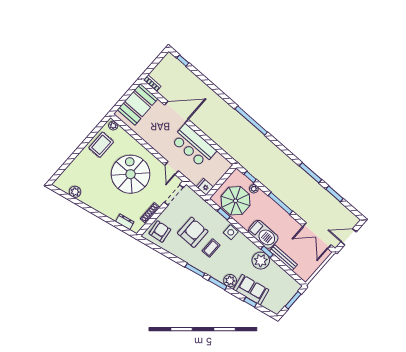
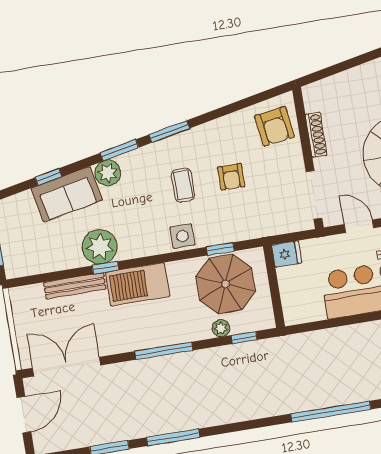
dresser: (125, 222) -> (335, 84), removed
armchair: (193, 232) -> (231, 177), width x0.53, depth x0.53

